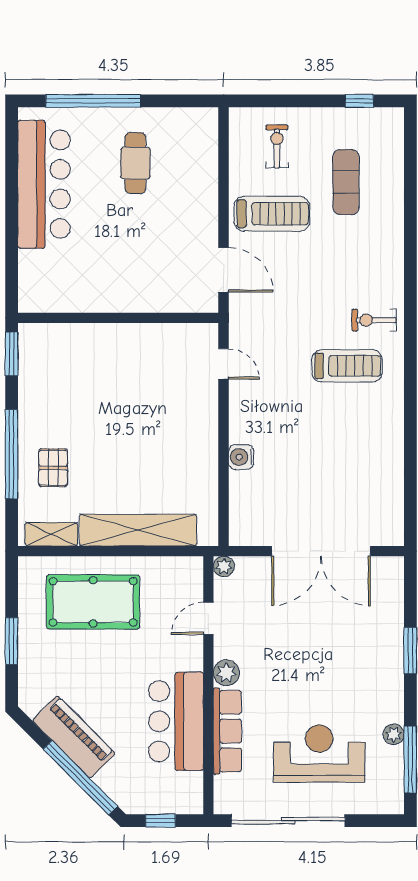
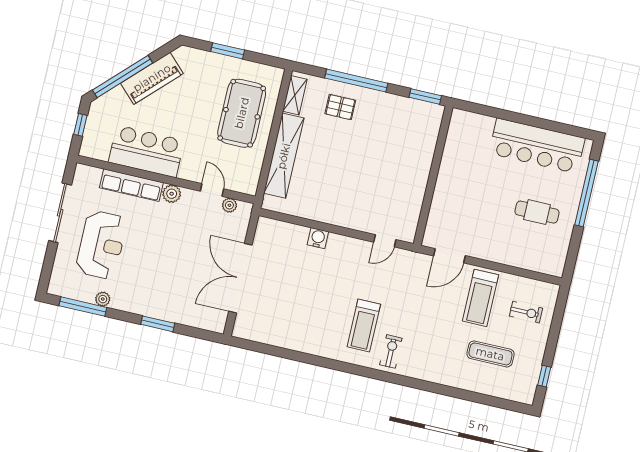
plant: (224, 566) -> (229, 205), moved
sliding door: (288, 821) -> (60, 213), width x0.73

